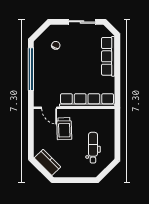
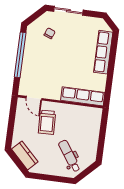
sliding door: (82, 22) -> (68, 11), moved
row of seats: (87, 100) -> (83, 96), width x0.73
dental chair: (93, 148) -> (69, 156), moved, turned -35

